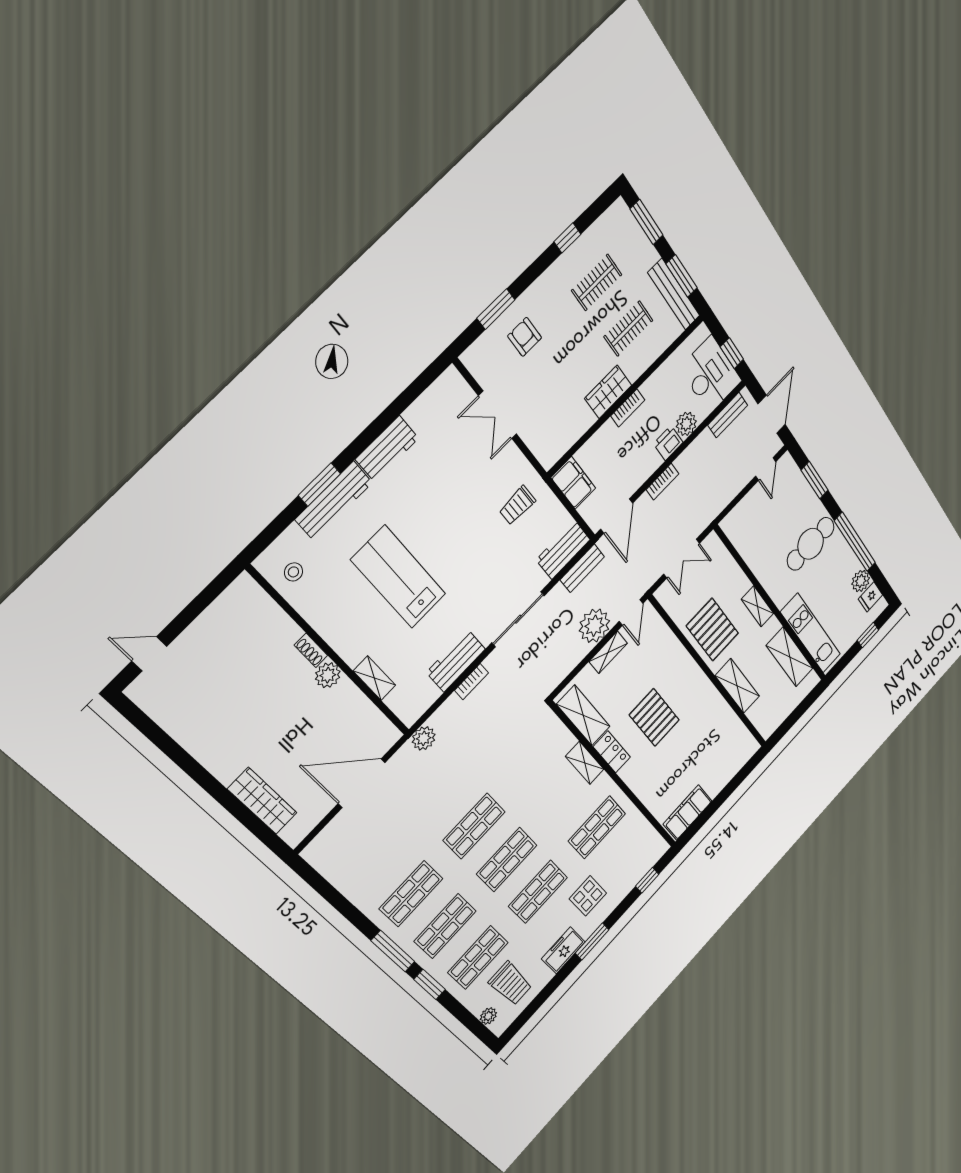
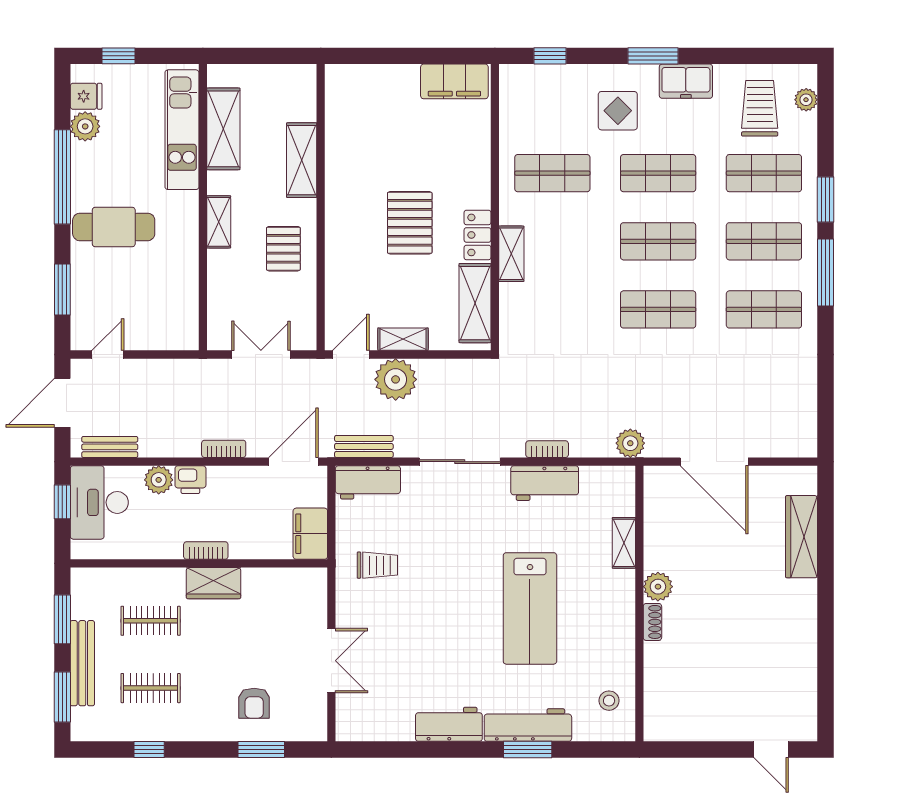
bench: (674, 294) -> (82, 663), moved
pallet: (712, 630) -> (283, 249), width x0.67, depth x0.71

